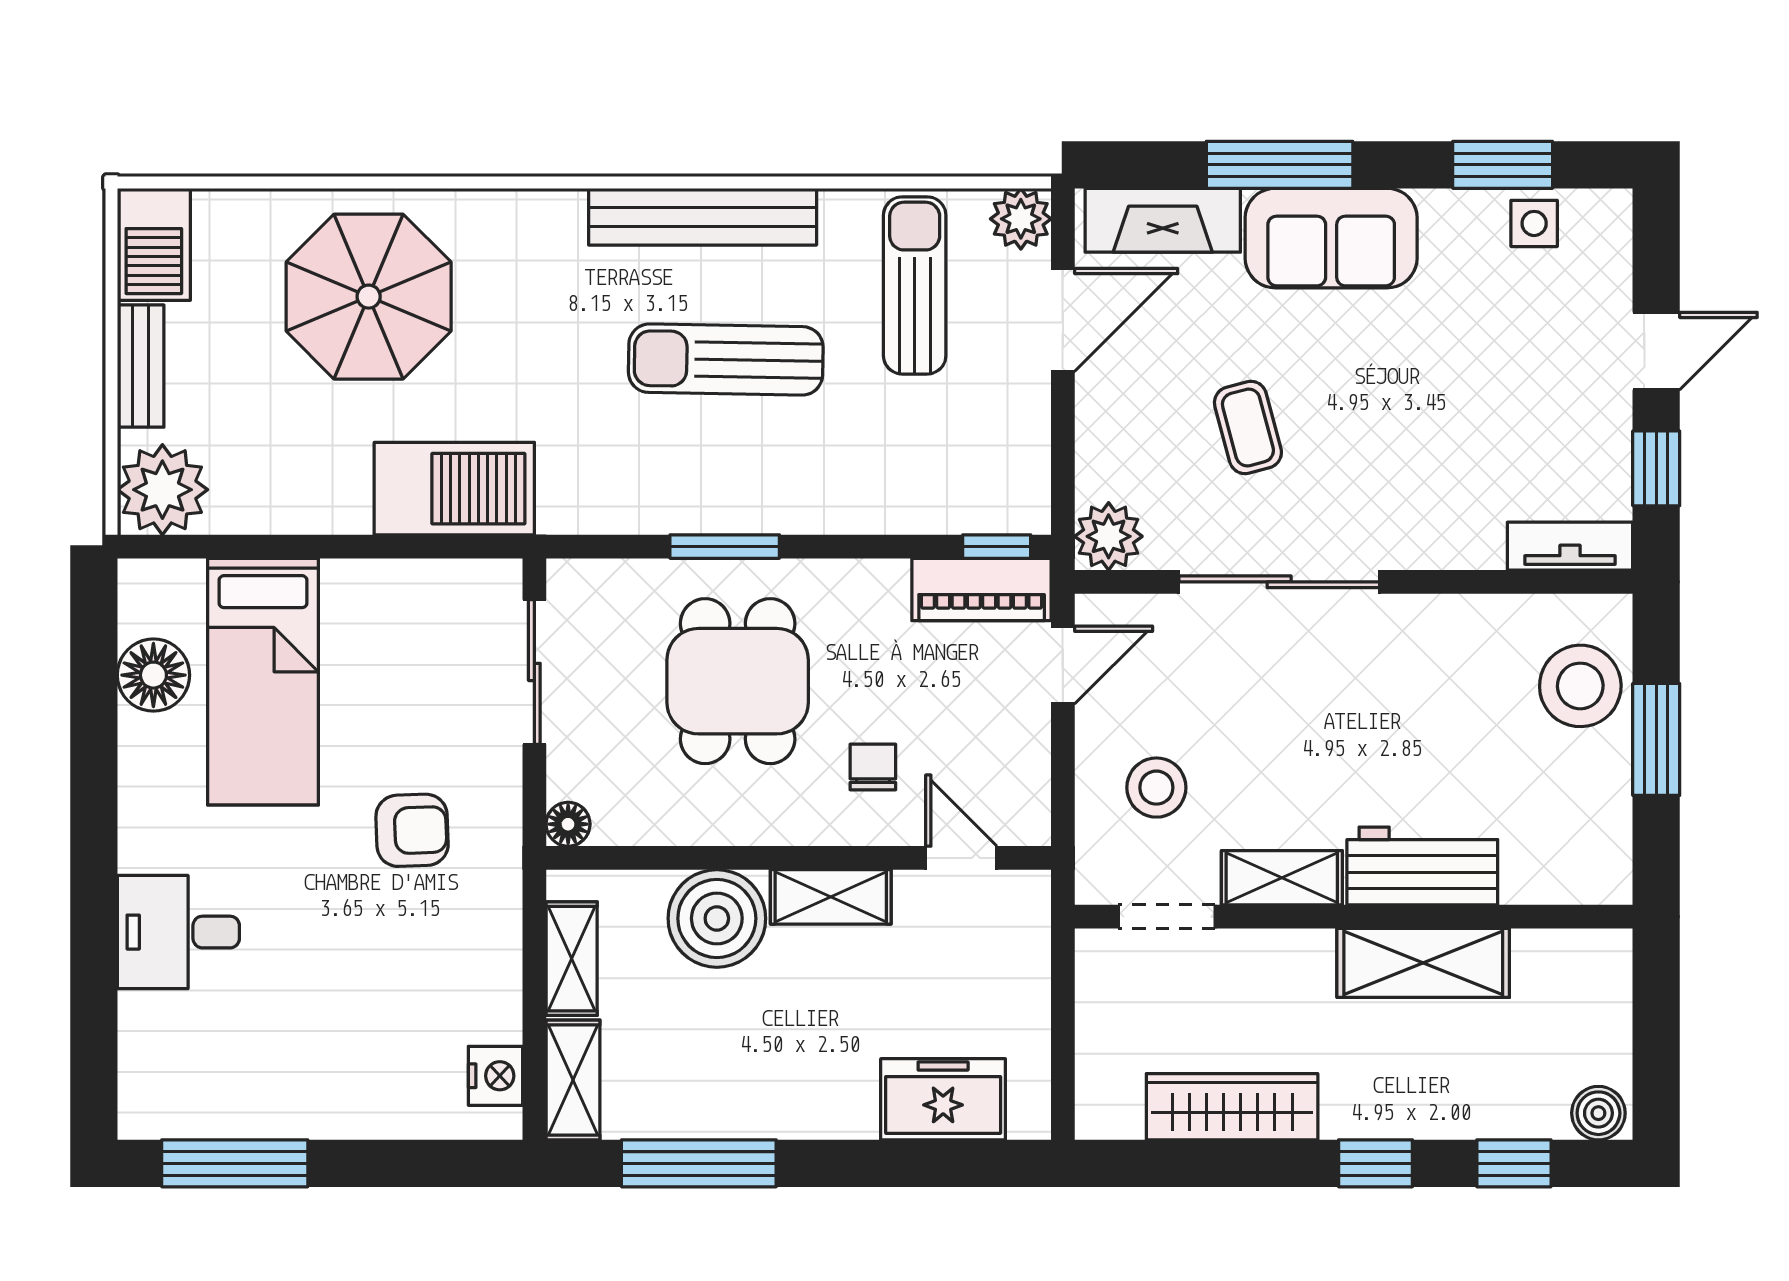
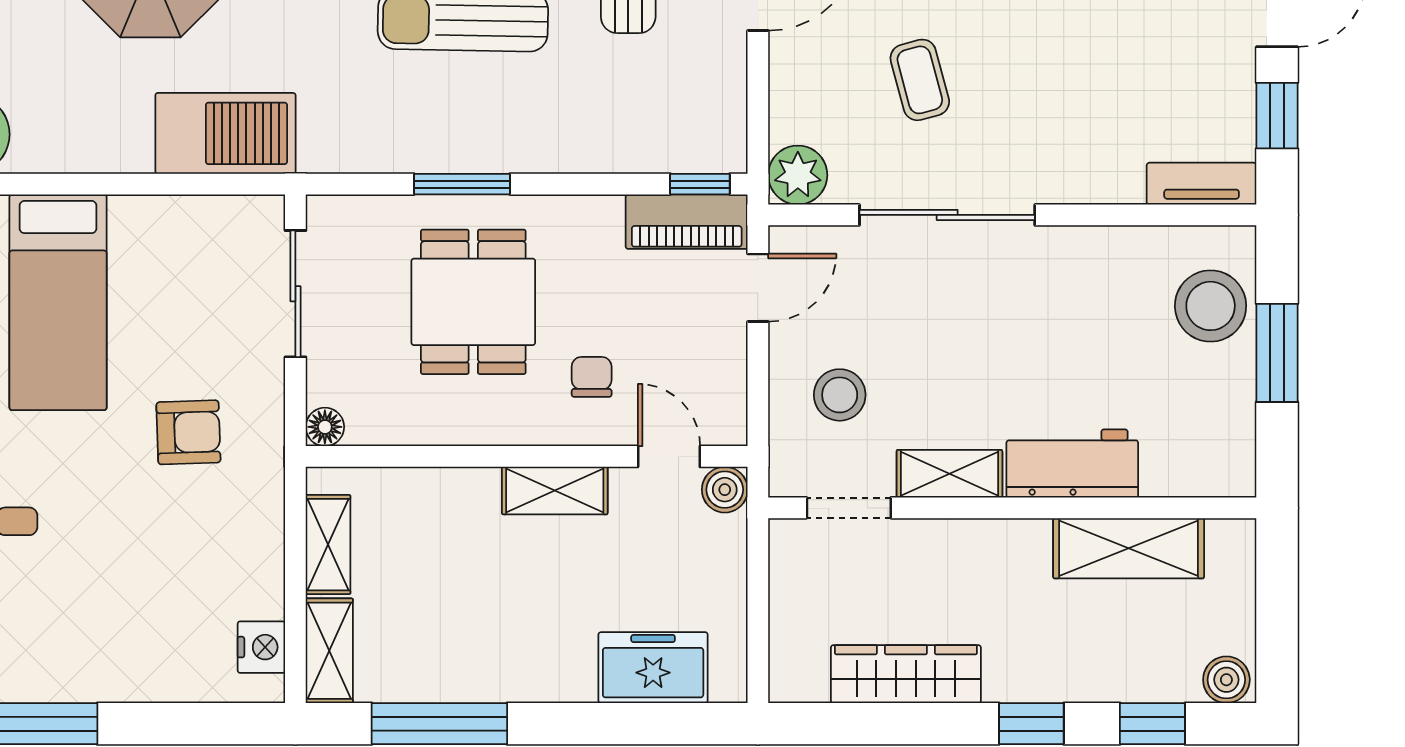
boiler: (717, 918) -> (725, 490), moved, width x0.54, depth x0.54
shelving: (1423, 963) -> (1129, 548), moved

